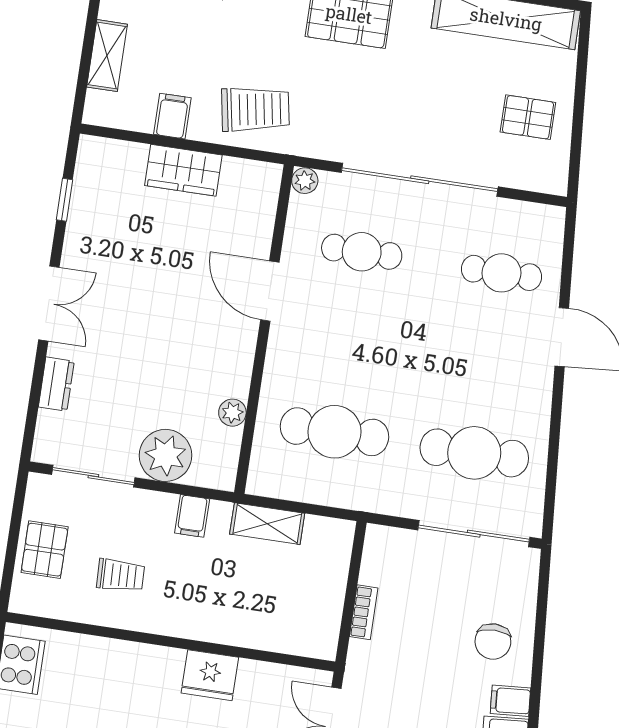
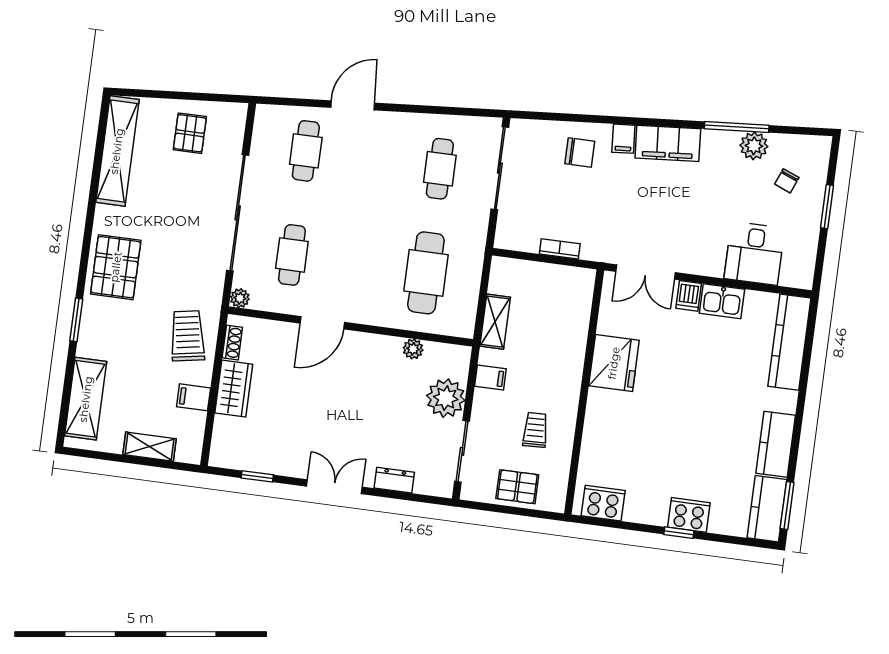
shoe rack: (245, 169) -> (232, 343), added
cafe table: (474, 453) -> (440, 169), width x0.73, depth x0.74
fridge: (210, 675) -> (614, 363), width x1.36, depth x1.34

